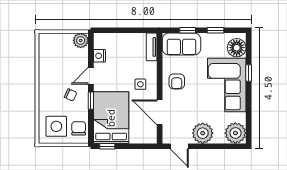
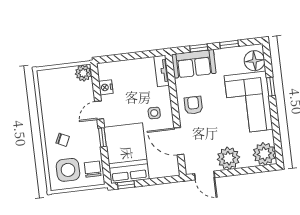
armchair: (177, 81) -> (193, 105), turned 180
chair: (71, 95) -> (63, 140), moved

